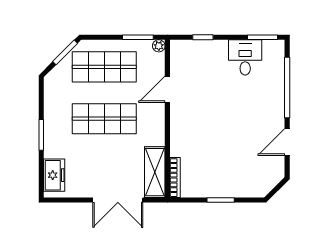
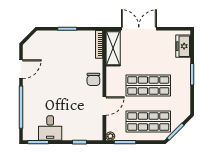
chair: (183, 127) -> (93, 79), added

